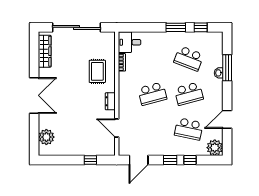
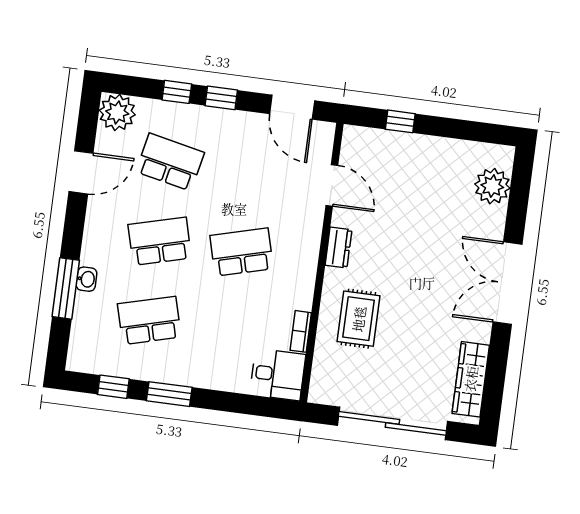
school desk: (189, 58) -> (149, 320), turned -36
door: (139, 160) -> (292, 107), swing flipped

